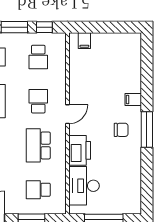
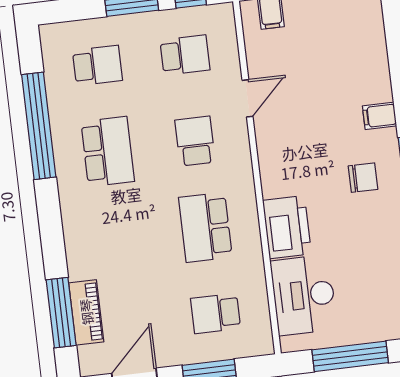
school desk: (38, 57) -> (185, 55), turned -90
door: (67, 114) -> (248, 98), moved

